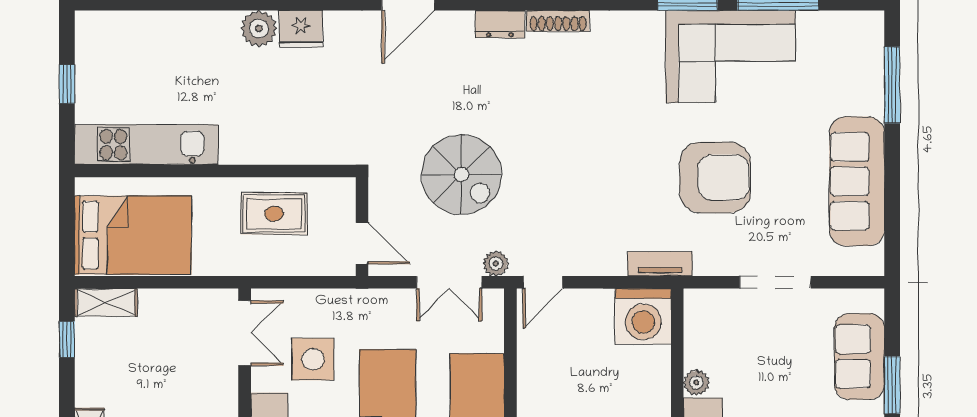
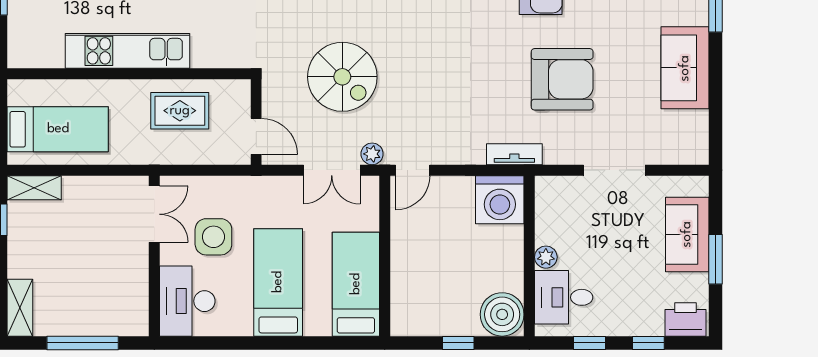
kitchen unit: (146, 145) -> (127, 51), moved
sofa: (857, 181) -> (685, 68), width x0.73
bed: (133, 235) -> (58, 129), width x0.67

